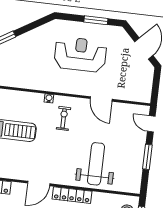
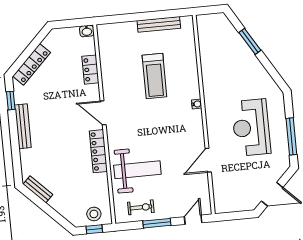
window: (96, 20) -> (291, 136), width x1.44
reception desk: (80, 54) -> (251, 128), turned 180
exercise bike: (64, 118) -> (141, 207), moved

